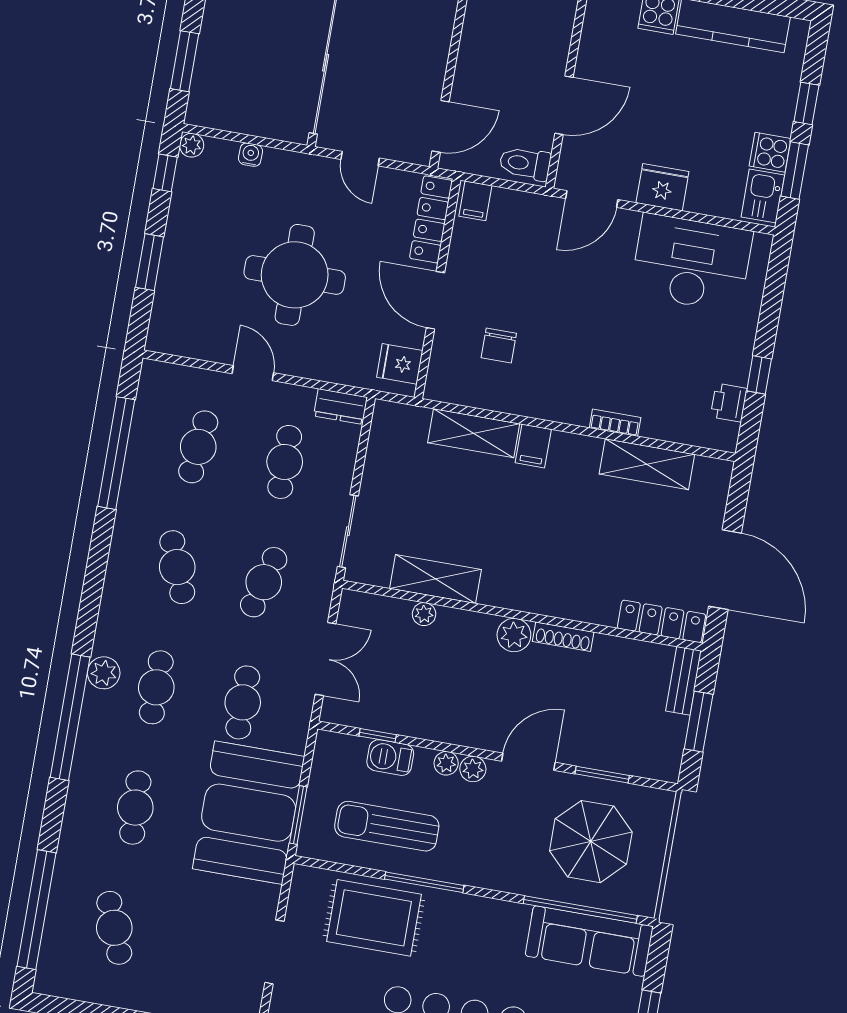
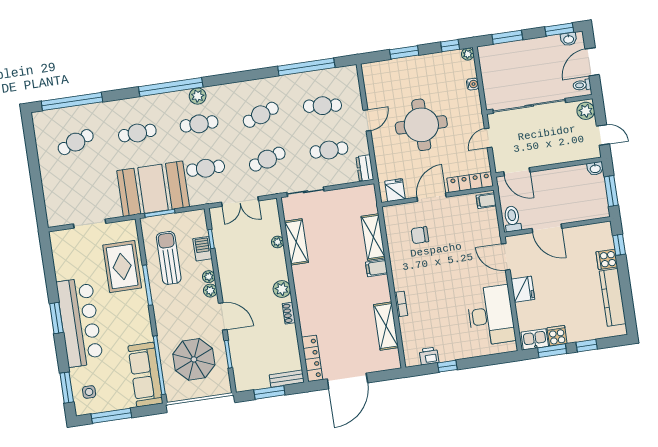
cafe table: (264, 582) -> (267, 159), turned -33
shoe rack: (563, 637) -> (289, 313), width x0.70

